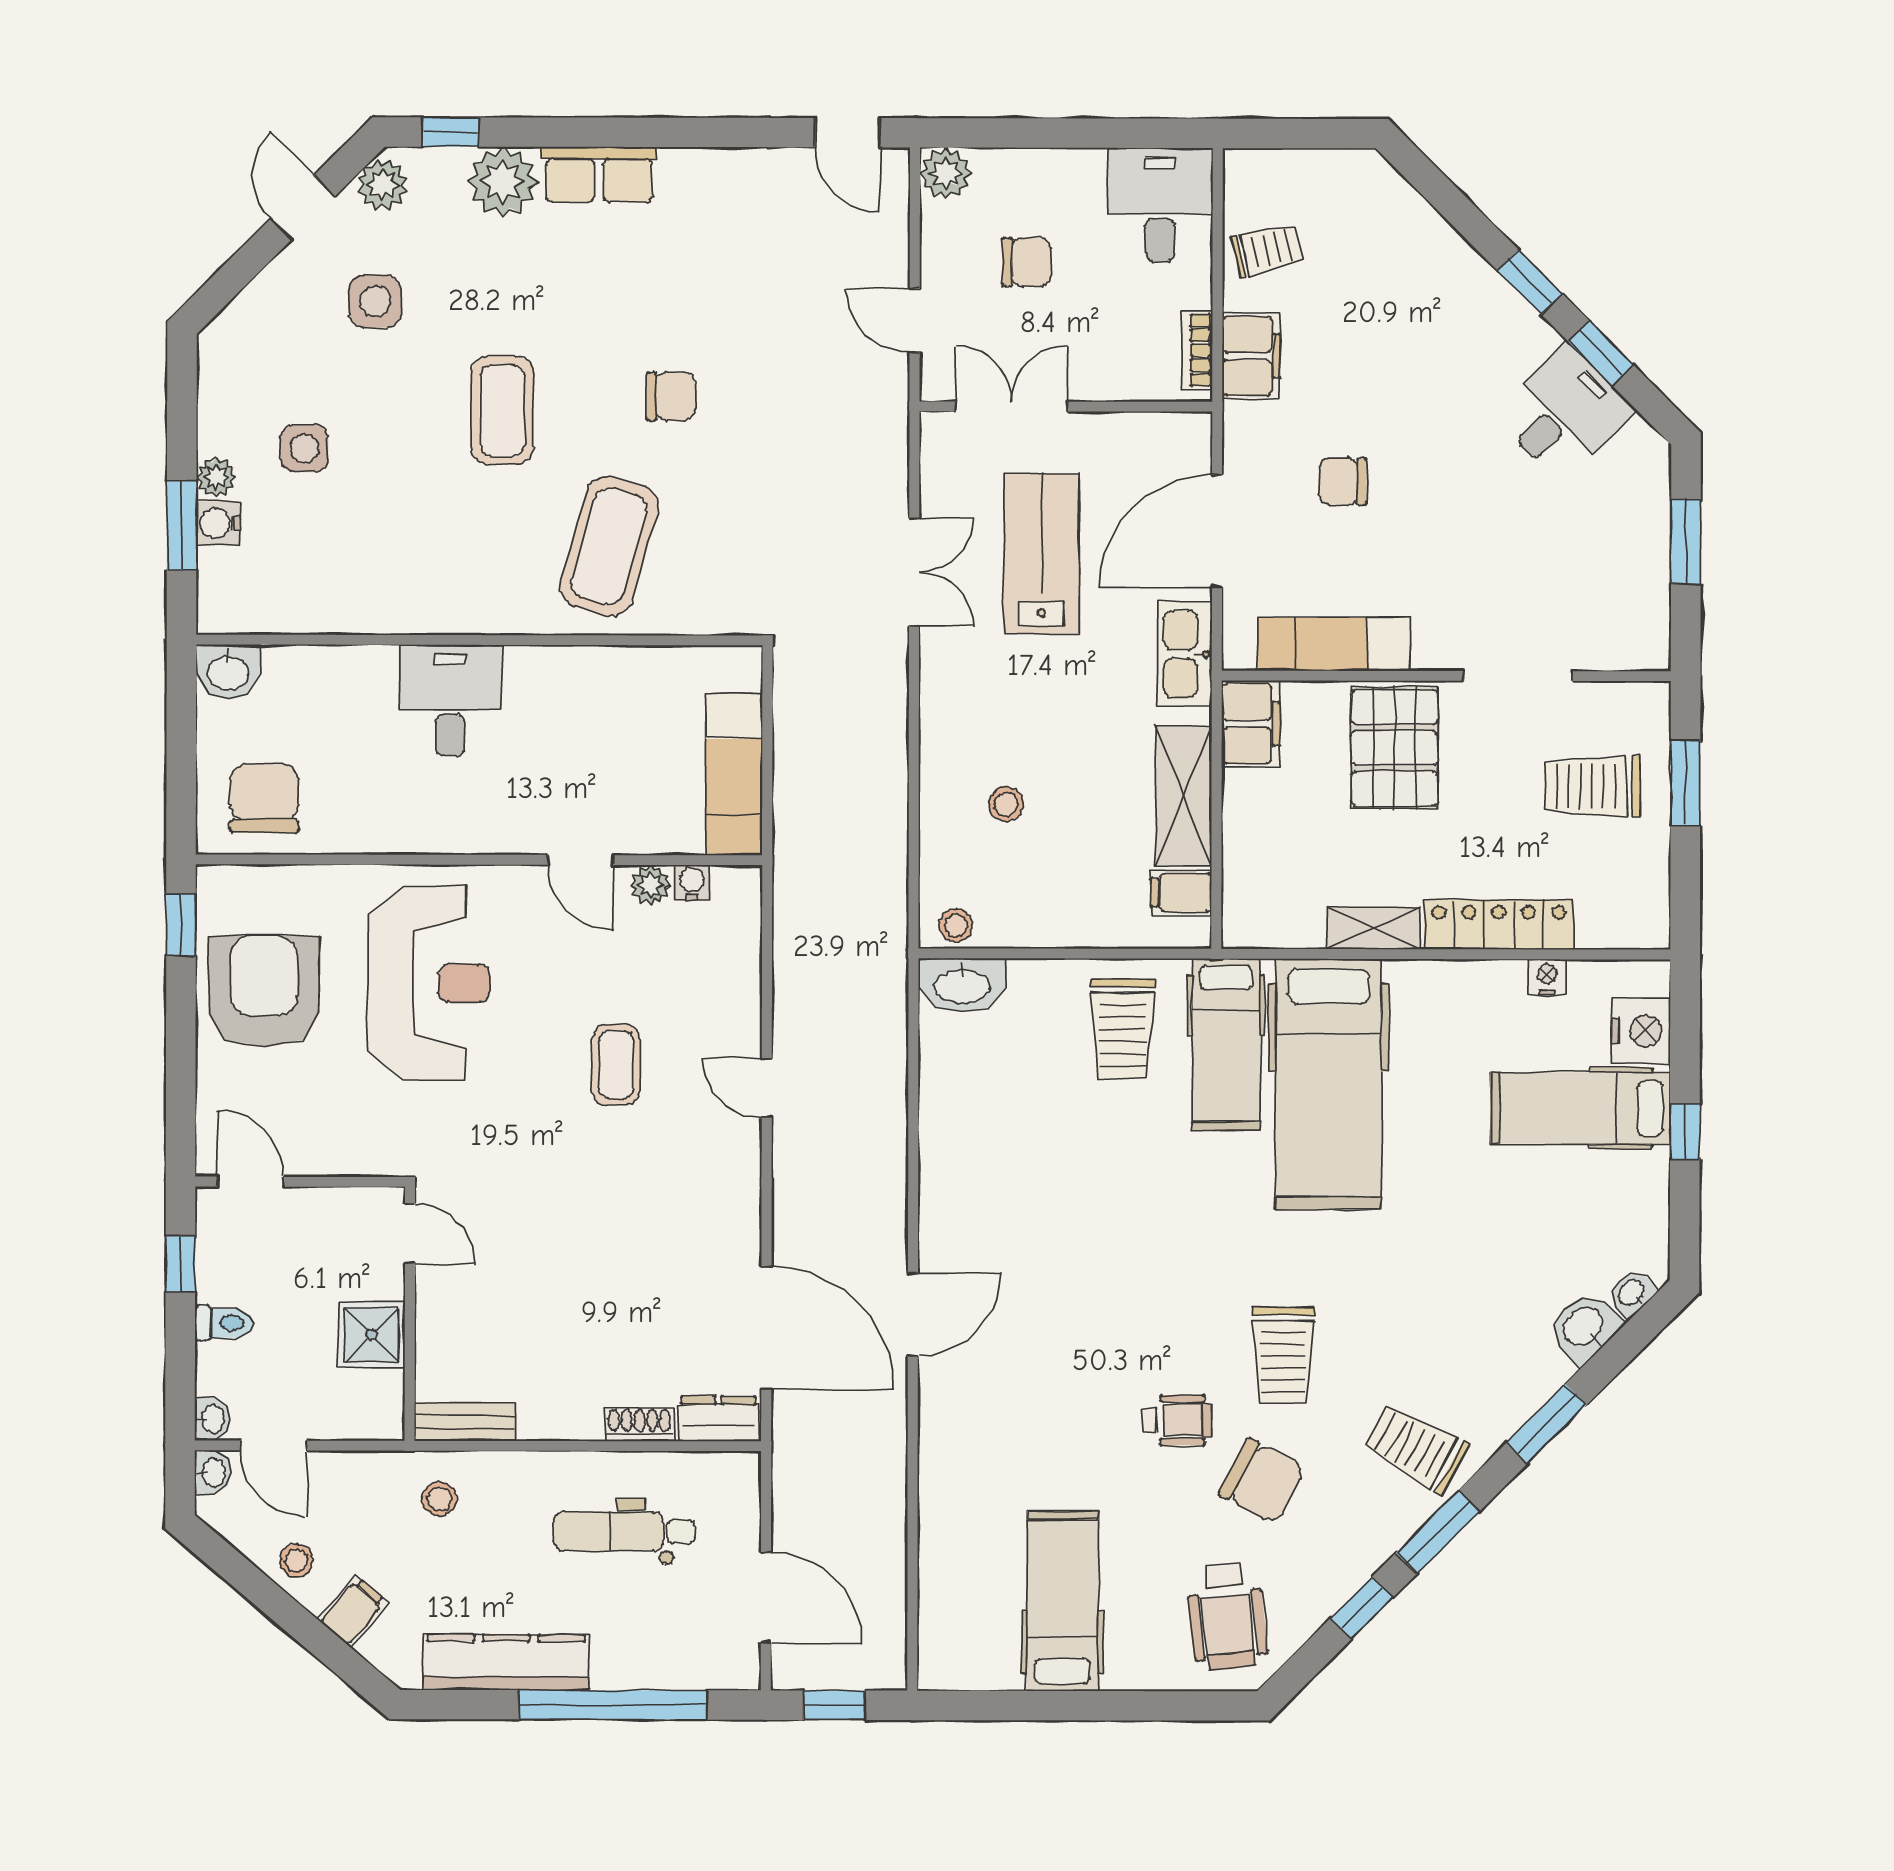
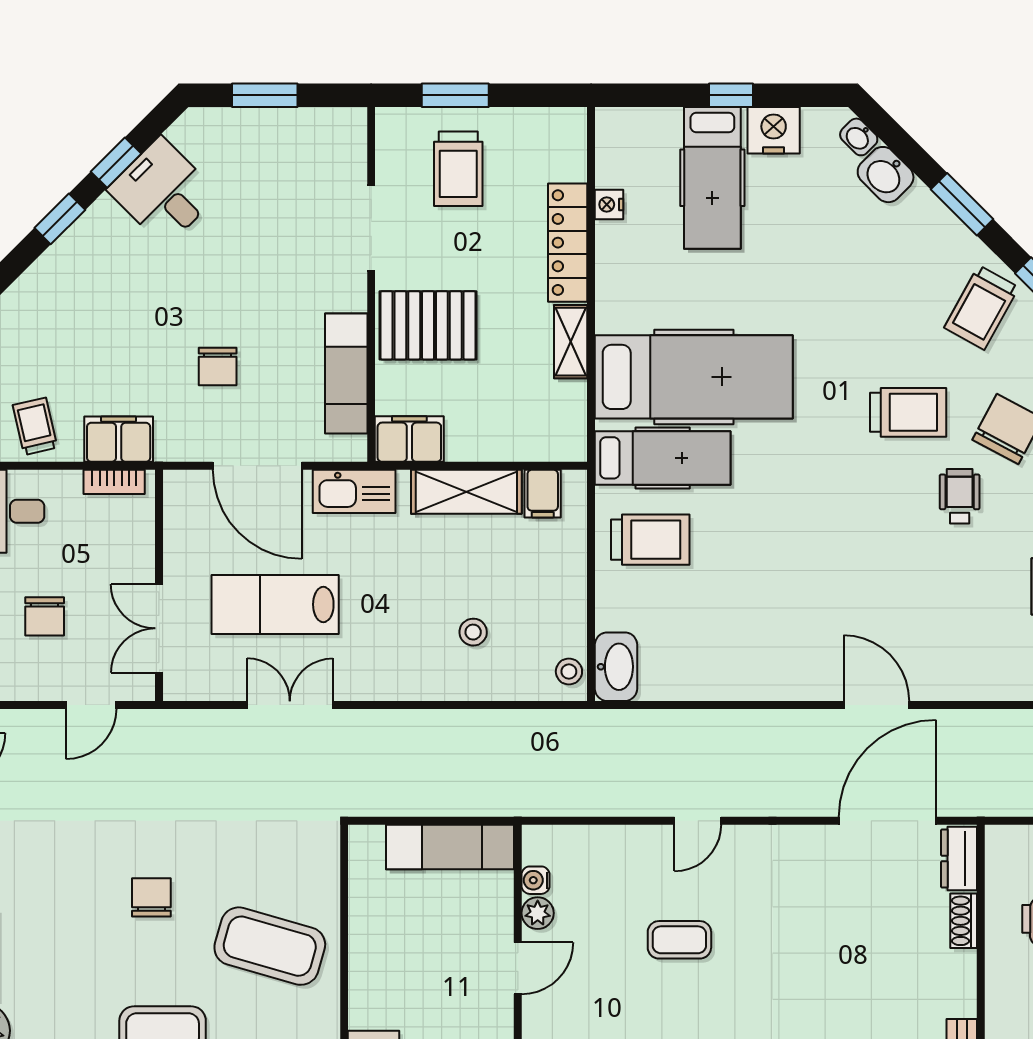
chair: (1027, 262) -> (45, 616), turned 180
nightstand: (1641, 1031) -> (774, 130), moved

